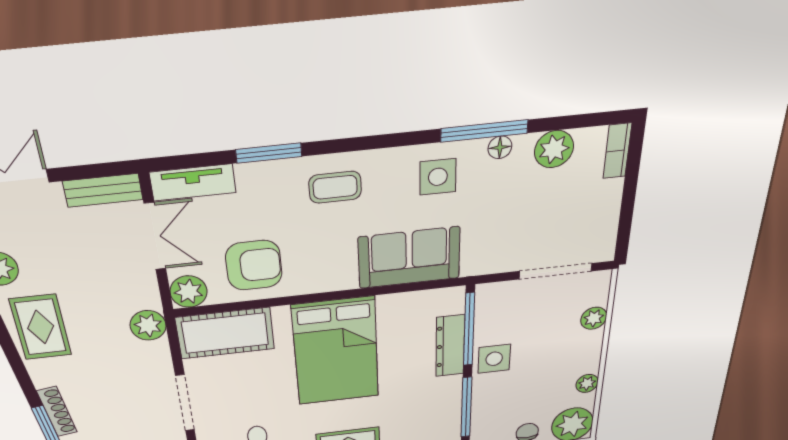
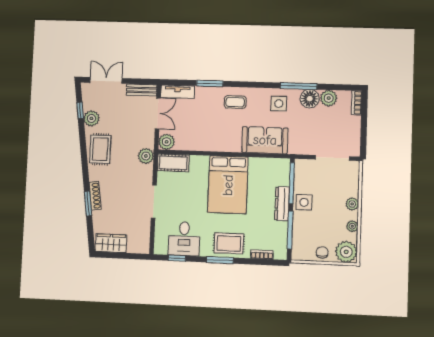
floor lamp: (500, 147) -> (310, 99), width x1.89, depth x1.89
armchair: (254, 265) -> (197, 133), removed
plant: (594, 318) -> (352, 204), moved
cot: (225, 333) -> (173, 163), width x0.73, depth x0.75
dresser: (450, 346) -> (282, 204), moved

